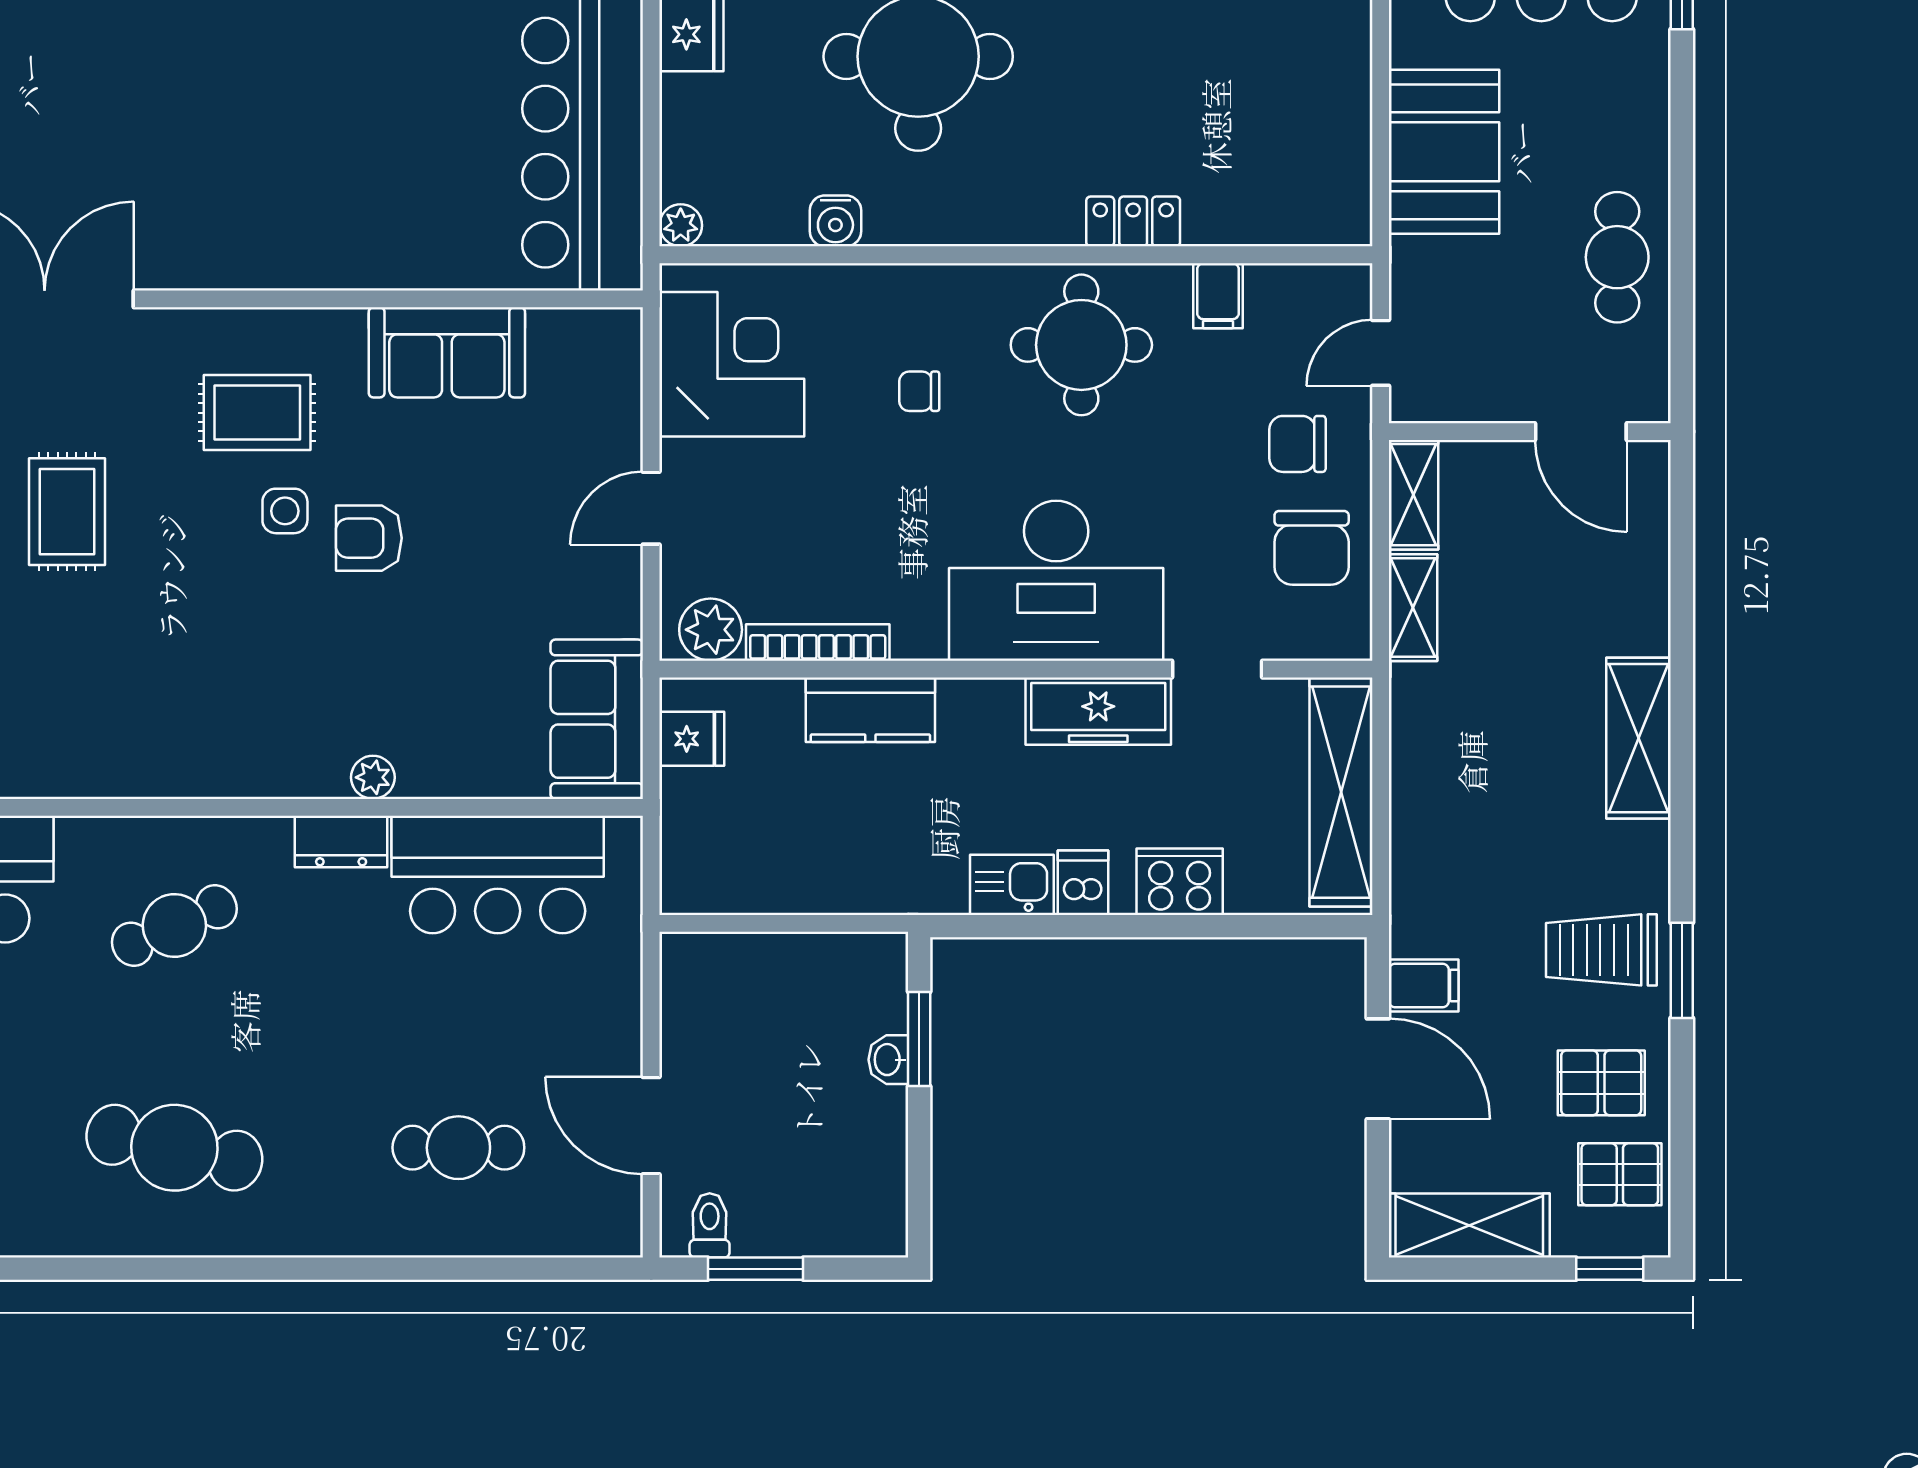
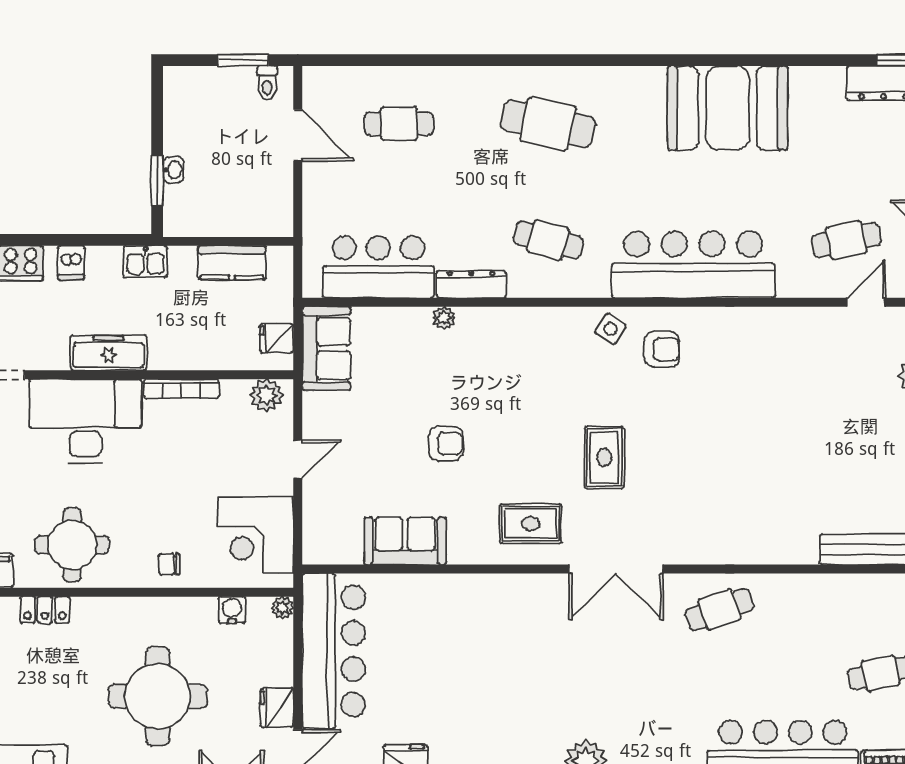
water cooler: (835, 221) -> (232, 610), moved
chair: (919, 391) -> (169, 564), moved, turned 180
rug: (257, 413) -> (531, 524), moved
side table: (285, 511) -> (611, 329), moved, turned 33
bookcase: (818, 643) -> (181, 389), moved
kitchen counter: (870, 710) -> (232, 263), moved, turned 180
freezer: (1098, 711) -> (108, 353), moved
dresser: (341, 842) -> (471, 284), width x1.44
kitchen sink: (1012, 885) -> (145, 262), moved
cafe table: (174, 926) -> (548, 240), turned 39

